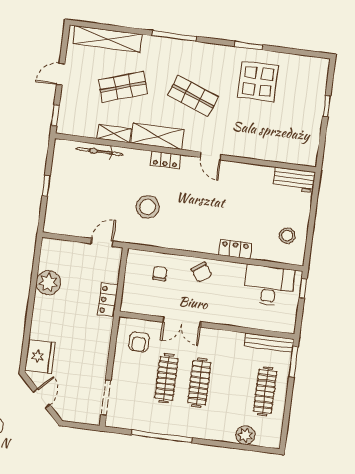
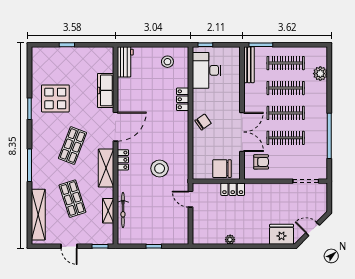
shelving: (114, 133) -> (108, 211), moved
freezer: (260, 149) -> (106, 90), added
door: (211, 156) -> (115, 127), width x1.87
chair: (160, 274) -> (222, 169), moved, width x1.87, depth x1.87
plant: (48, 283) -> (230, 240), width x0.53, depth x0.53
double door: (182, 322) -> (242, 132), width x1.37
clothes rail: (232, 387) -> (286, 88), added

